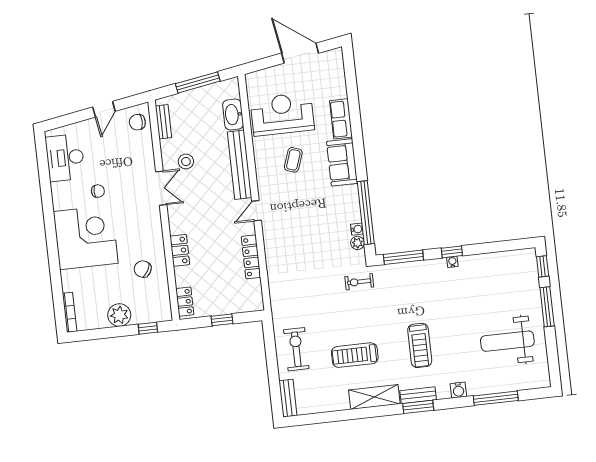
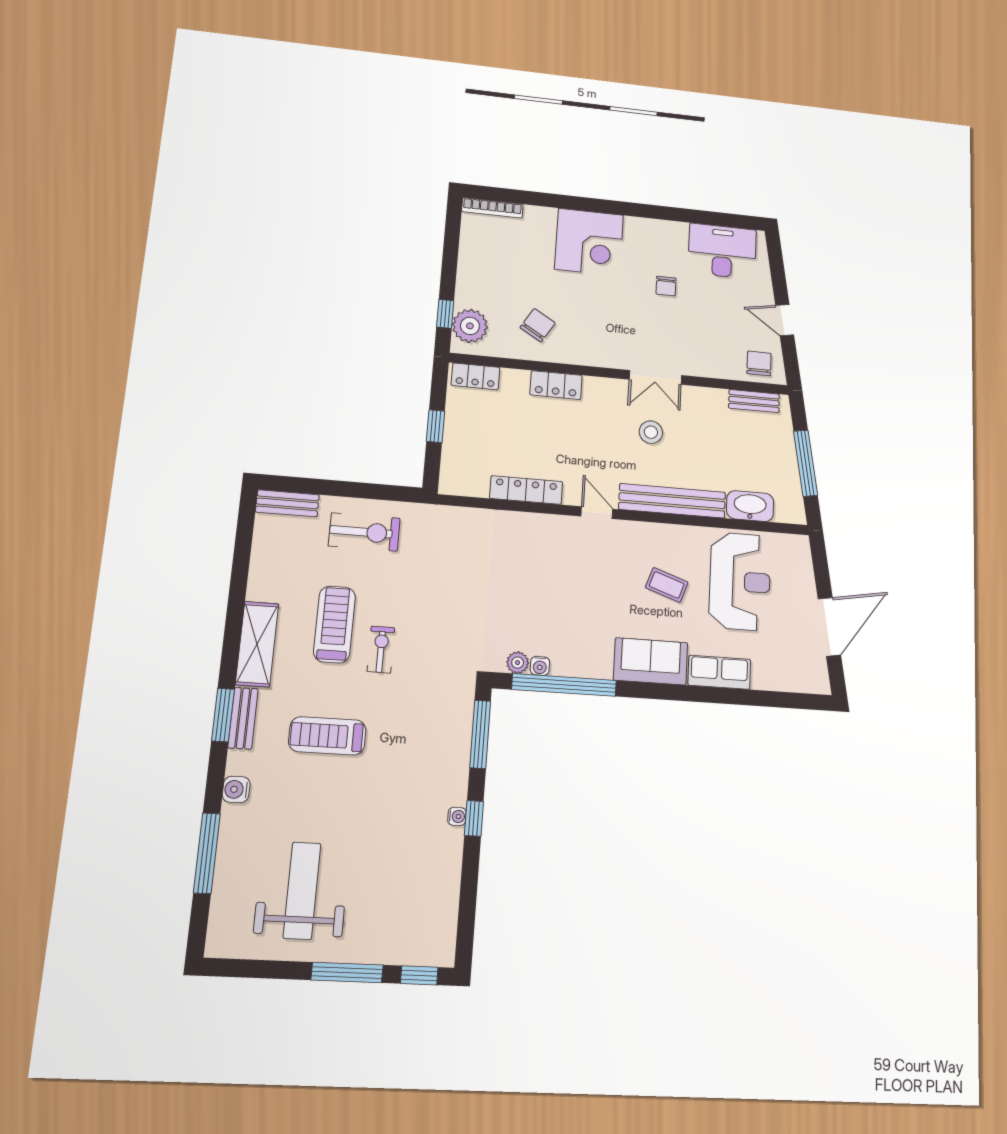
stool: (186, 161) -> (651, 432), moved
corner desk: (86, 237) -> (589, 242), width x0.74, depth x0.74
exercise bike: (359, 282) -> (381, 650), moved
plant: (119, 315) -> (470, 326), moved

